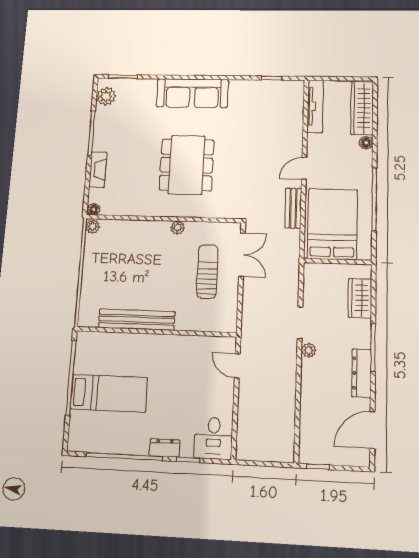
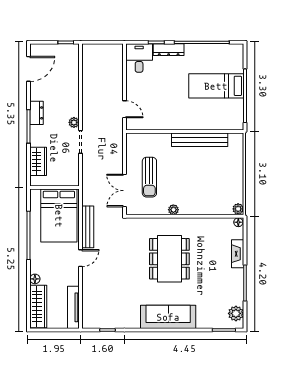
bench: (293, 208) -> (88, 227), width x1.36
dresser: (361, 373) -> (37, 113), width x0.70
dresser: (165, 448) -> (169, 50), width x1.44

